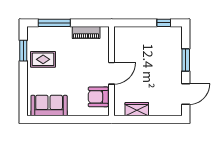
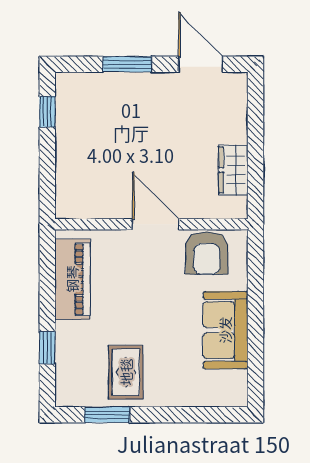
window: (54, 23) -> (47, 348), width x0.46
piano: (86, 33) -> (72, 279), width x1.37, depth x1.33
sofa: (49, 106) -> (225, 330), moved

